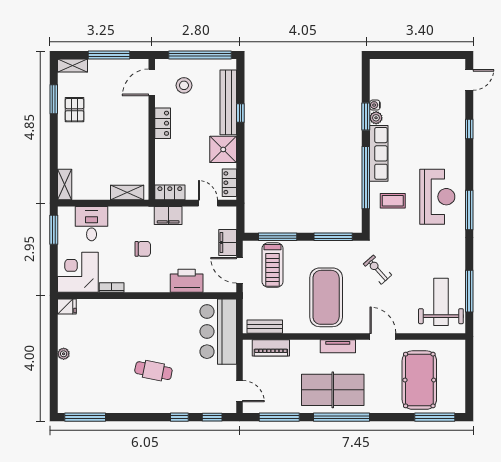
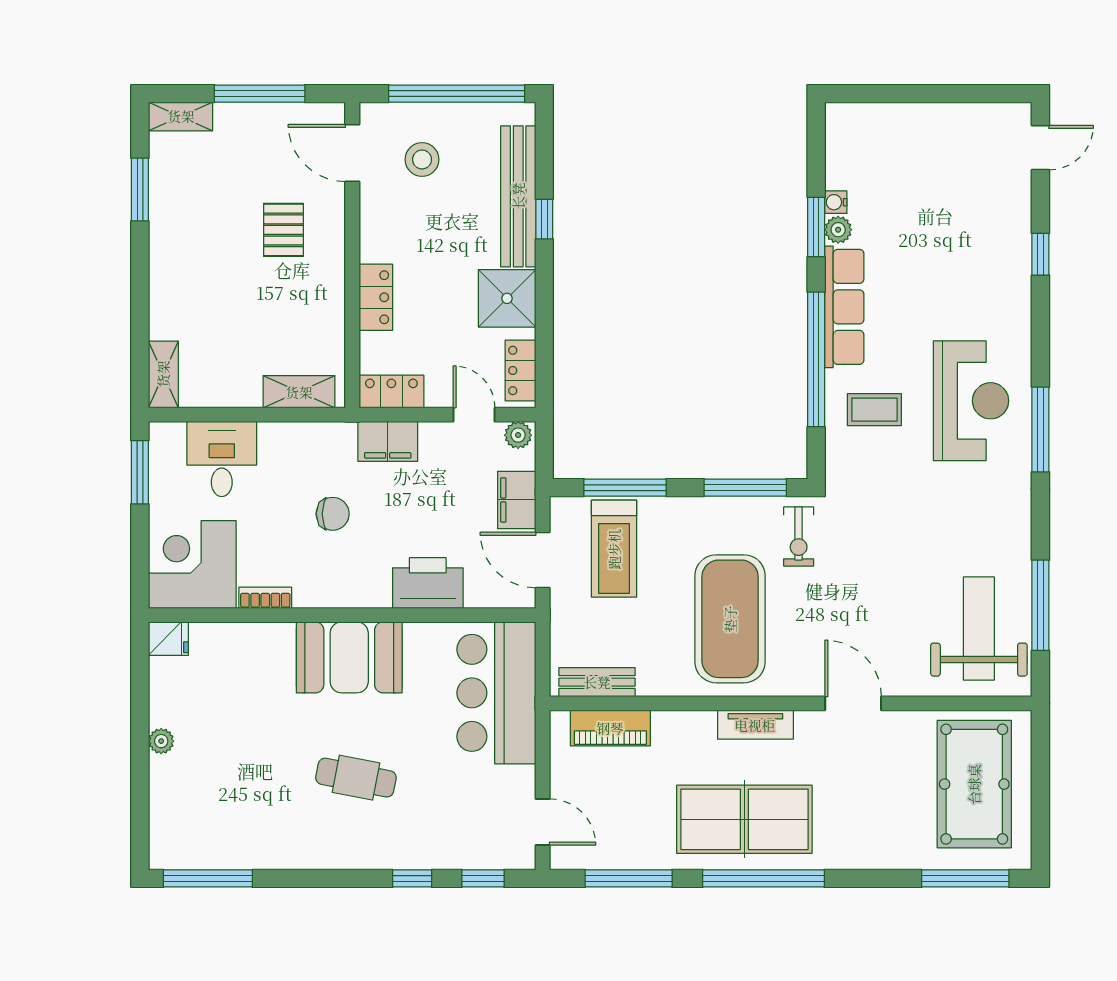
door: (152, 82) -> (352, 153), hinge flipped
pallet: (75, 110) -> (283, 230), moved
locker: (163, 123) -> (376, 297), moved
plant: (228, 213) -> (518, 435), added
exercise bike: (377, 270) -> (799, 536), moved, turned -138
booth: (150, 315) -> (349, 657), added
pool table: (419, 380) -> (974, 784), moved

